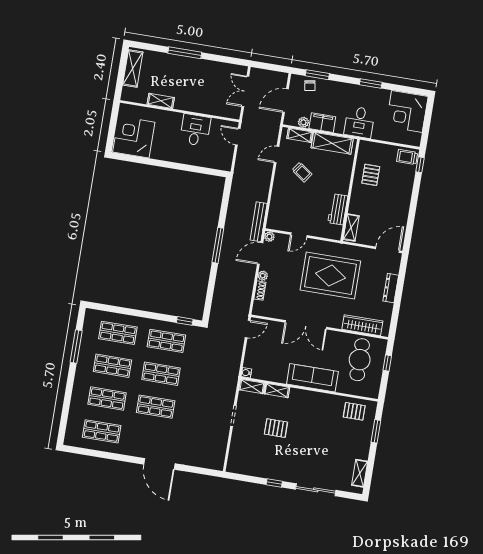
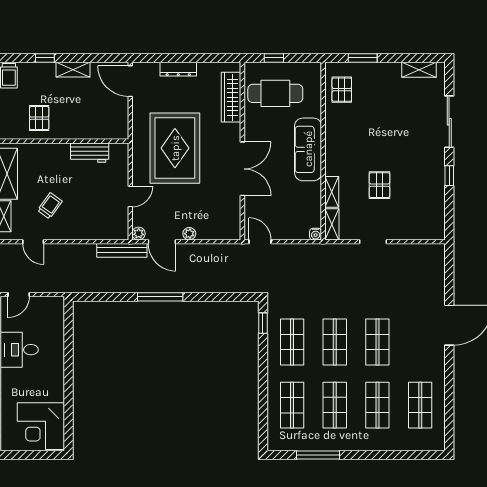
window: (420, 165) -> (45, 58), moved
pallet: (371, 175) -> (39, 118), turned 90
shelving: (351, 228) -> (73, 70), moved
door: (299, 235) -> (130, 197), hinge flipped
shoe rack: (260, 291) -> (209, 234), removed

